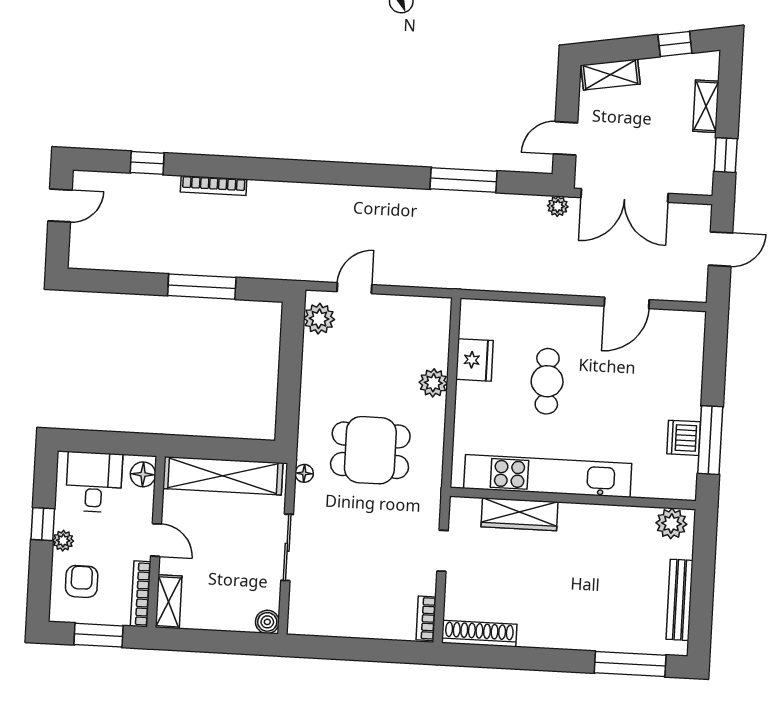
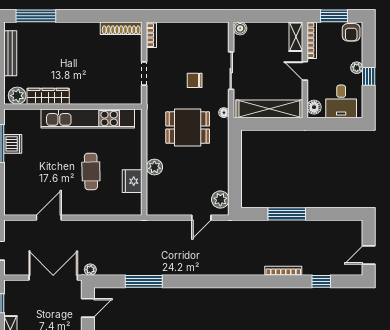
wardrobe: (520, 514) -> (48, 96), moved
chair: (353, 533) -> (195, 80), added
armchair: (82, 581) -> (351, 32), moved

